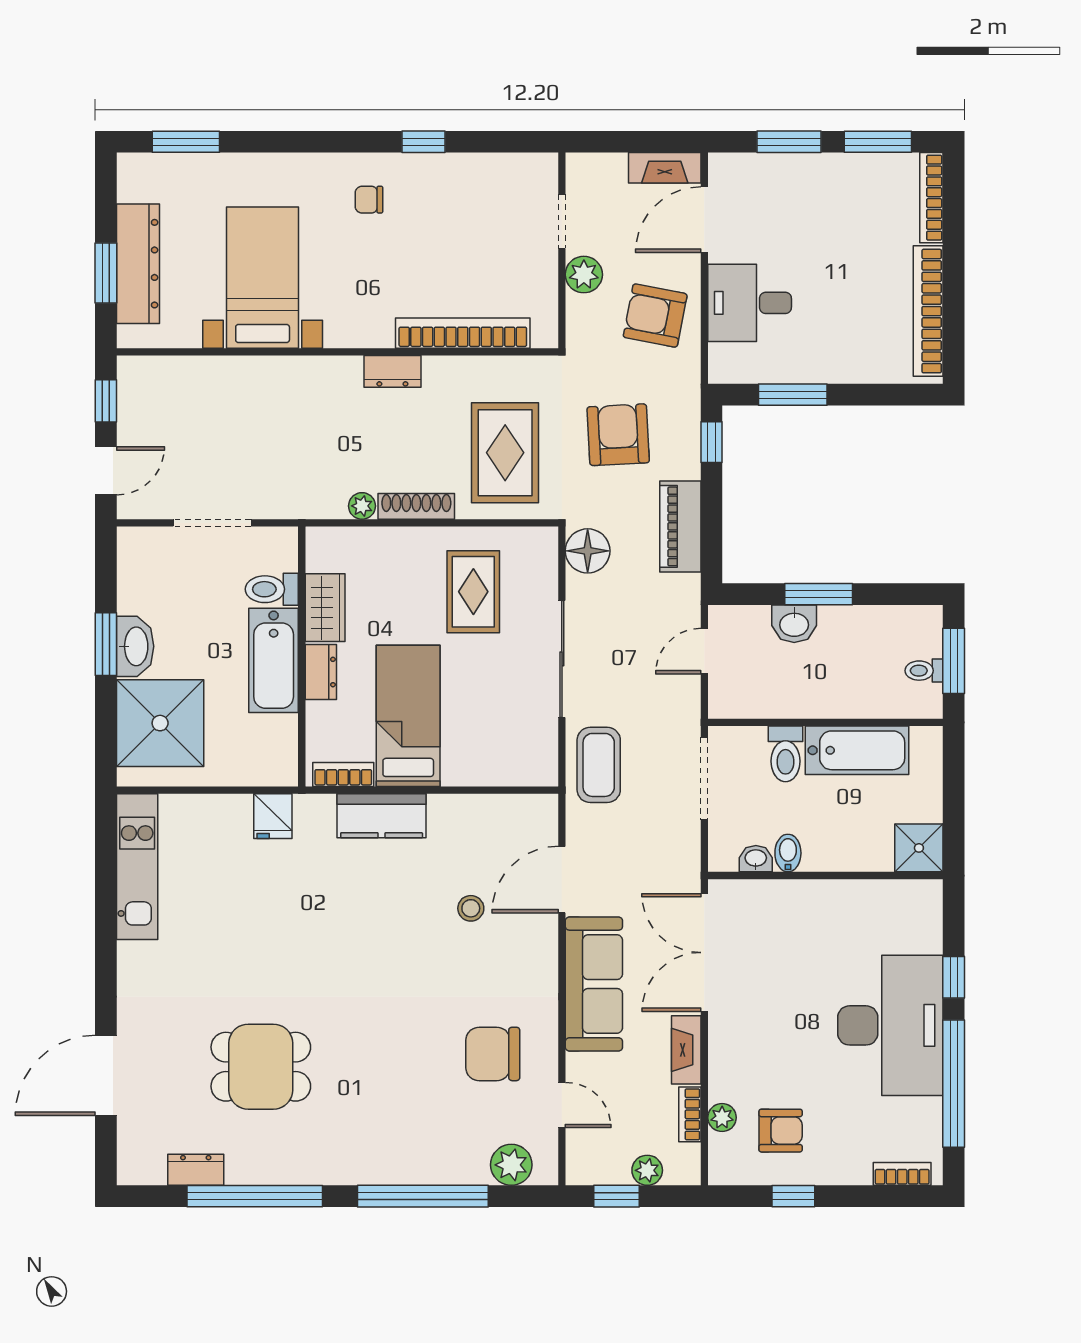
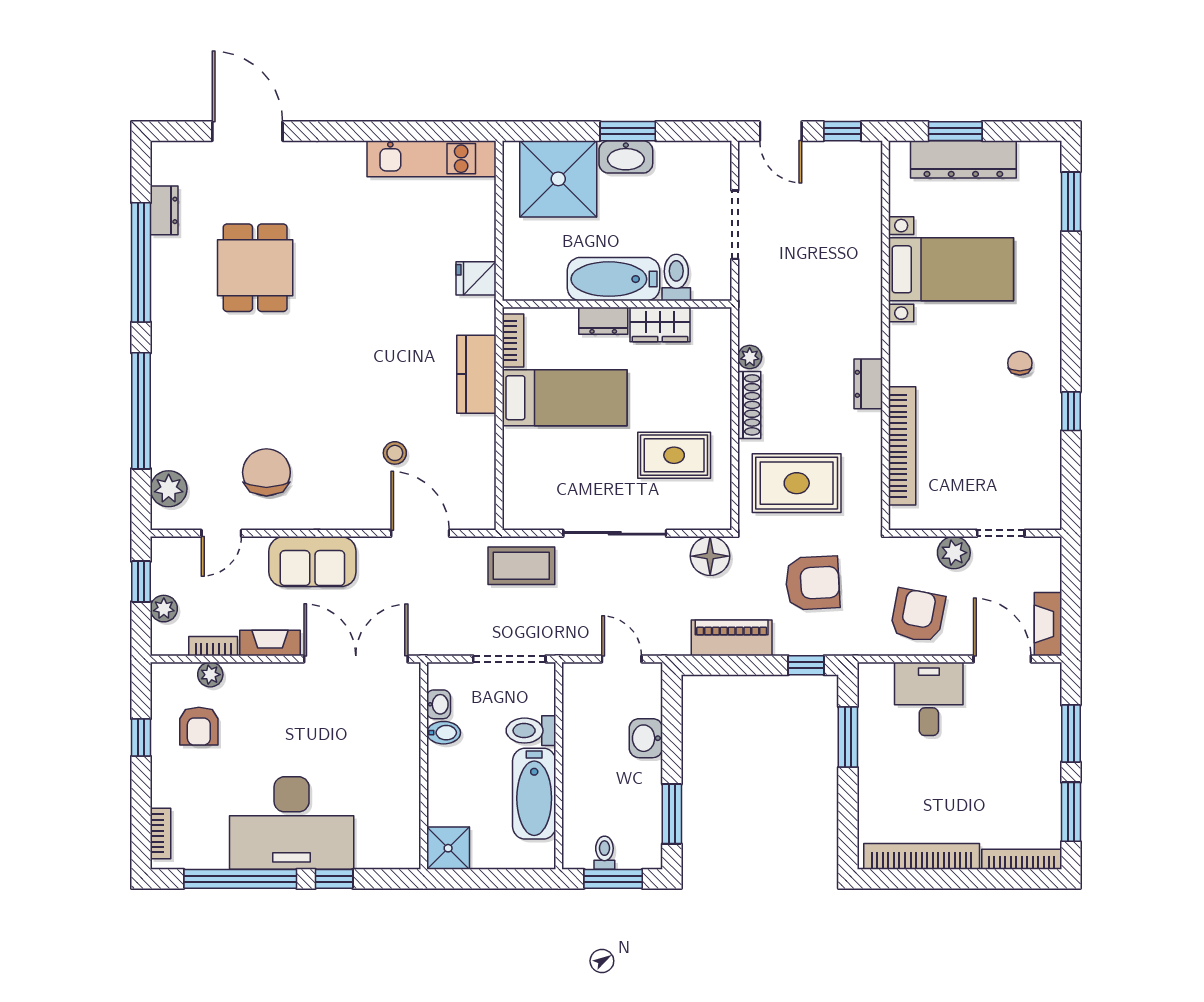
window: (819, 594) -> (672, 814), moved
sofa: (594, 984) -> (312, 562), width x0.73

